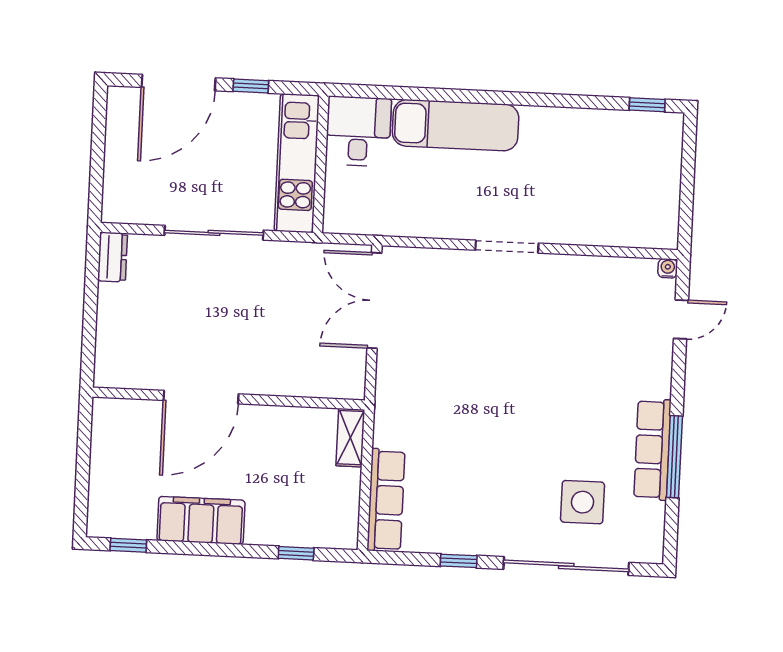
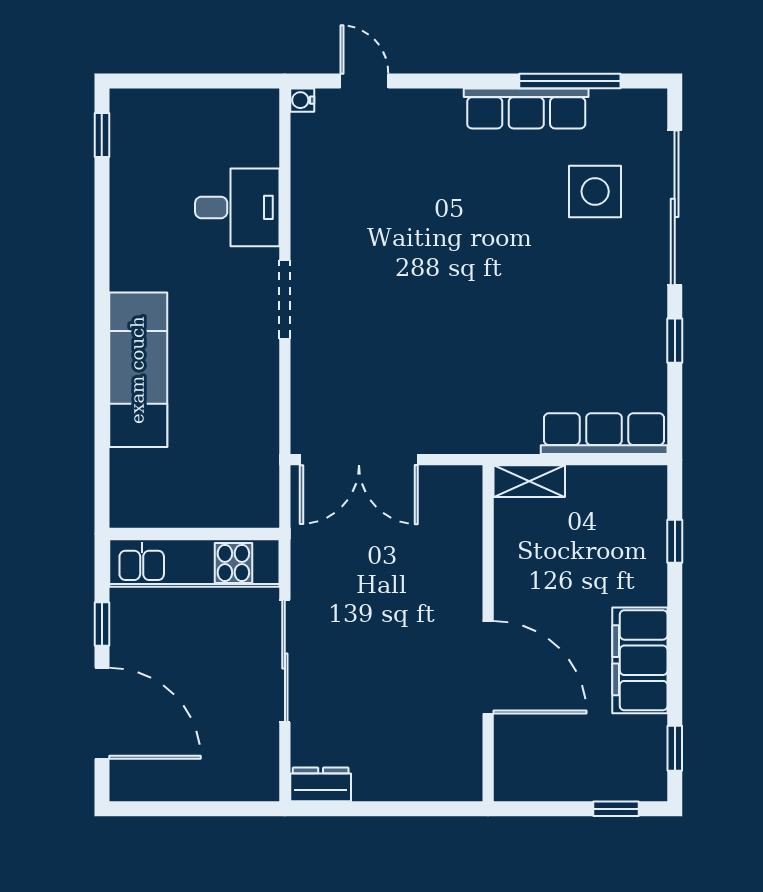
desk: (358, 131) -> (237, 207), moved, turned 180
window: (674, 457) -> (570, 81), moved
window: (82, 495) -> (616, 809), added

